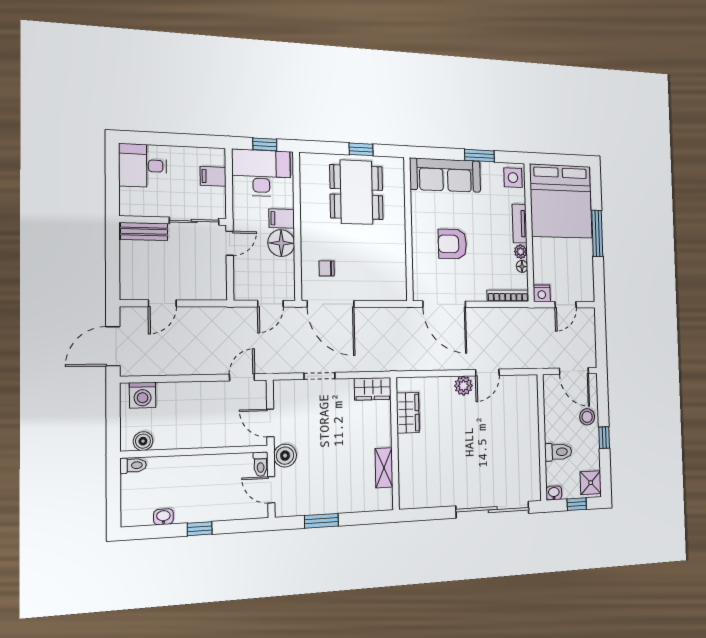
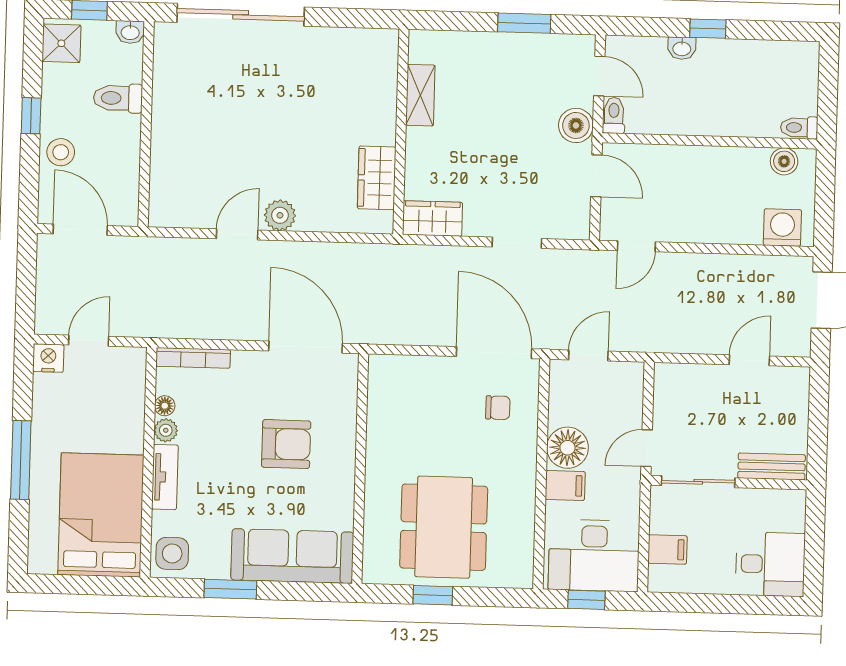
bed: (561, 201) -> (101, 515), width x0.73
nightstand: (542, 293) -> (48, 358), moved
washbasin: (163, 517) -> (682, 48), moved

